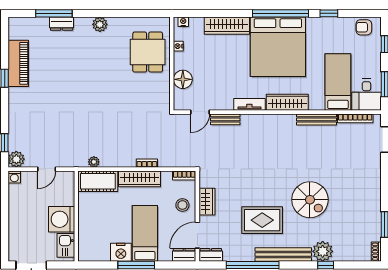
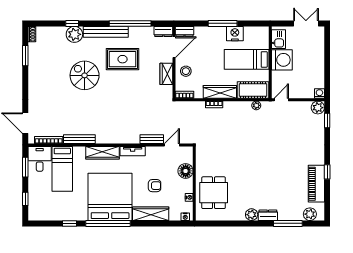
dresser: (62, 24) -> (268, 215), moved
plant: (26, 25) -> (310, 214), added
armchair: (364, 27) -> (155, 186), moved
door: (47, 169) -> (281, 100), moved
bed: (145, 233) -> (247, 59), moved, turned 90

